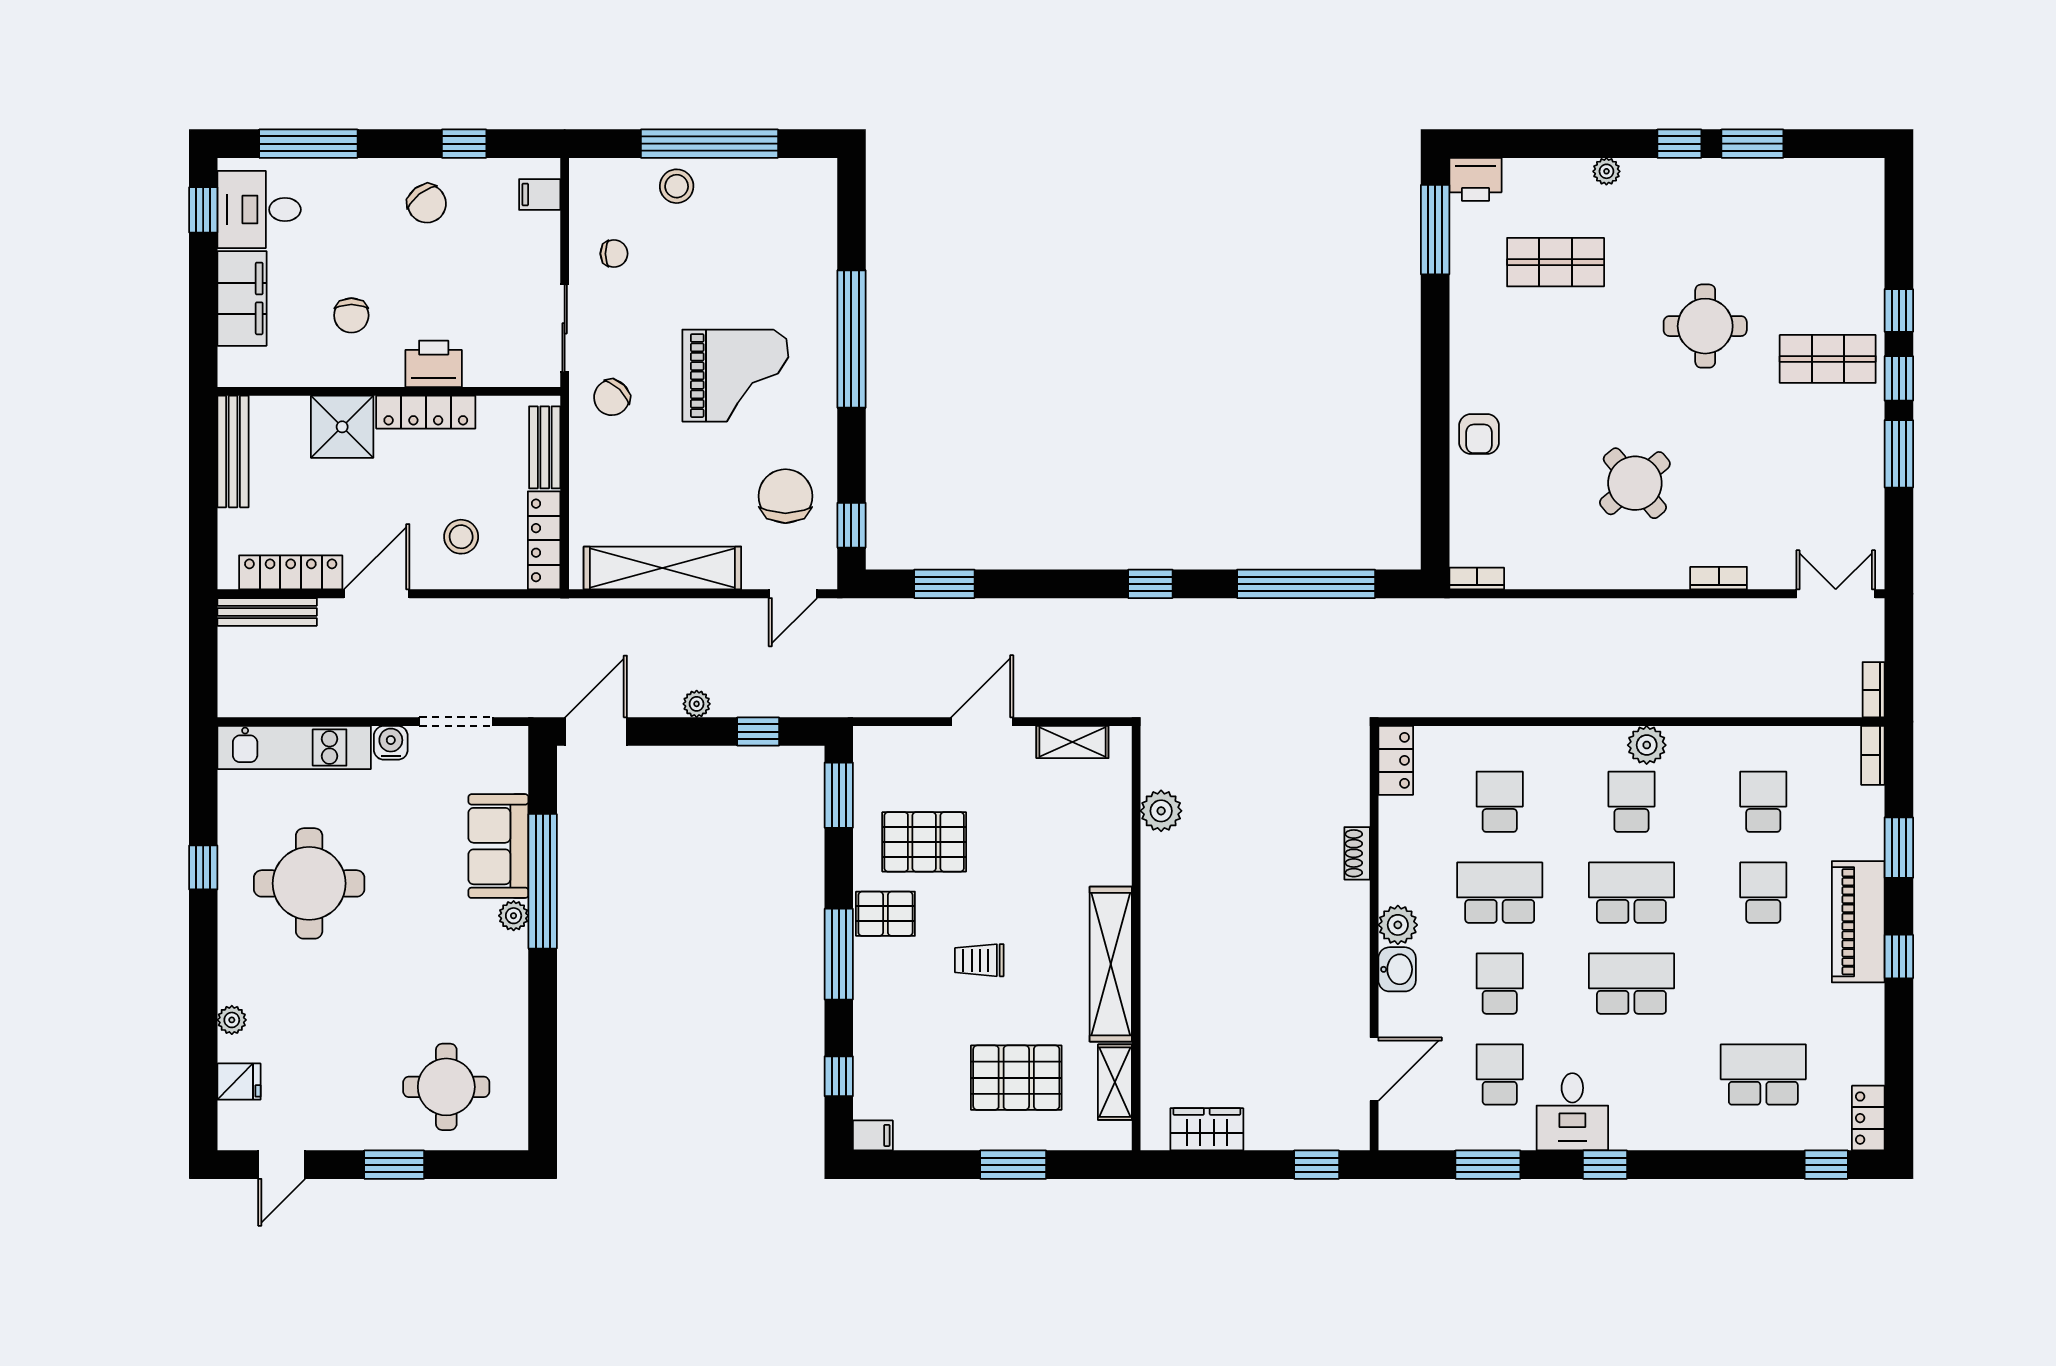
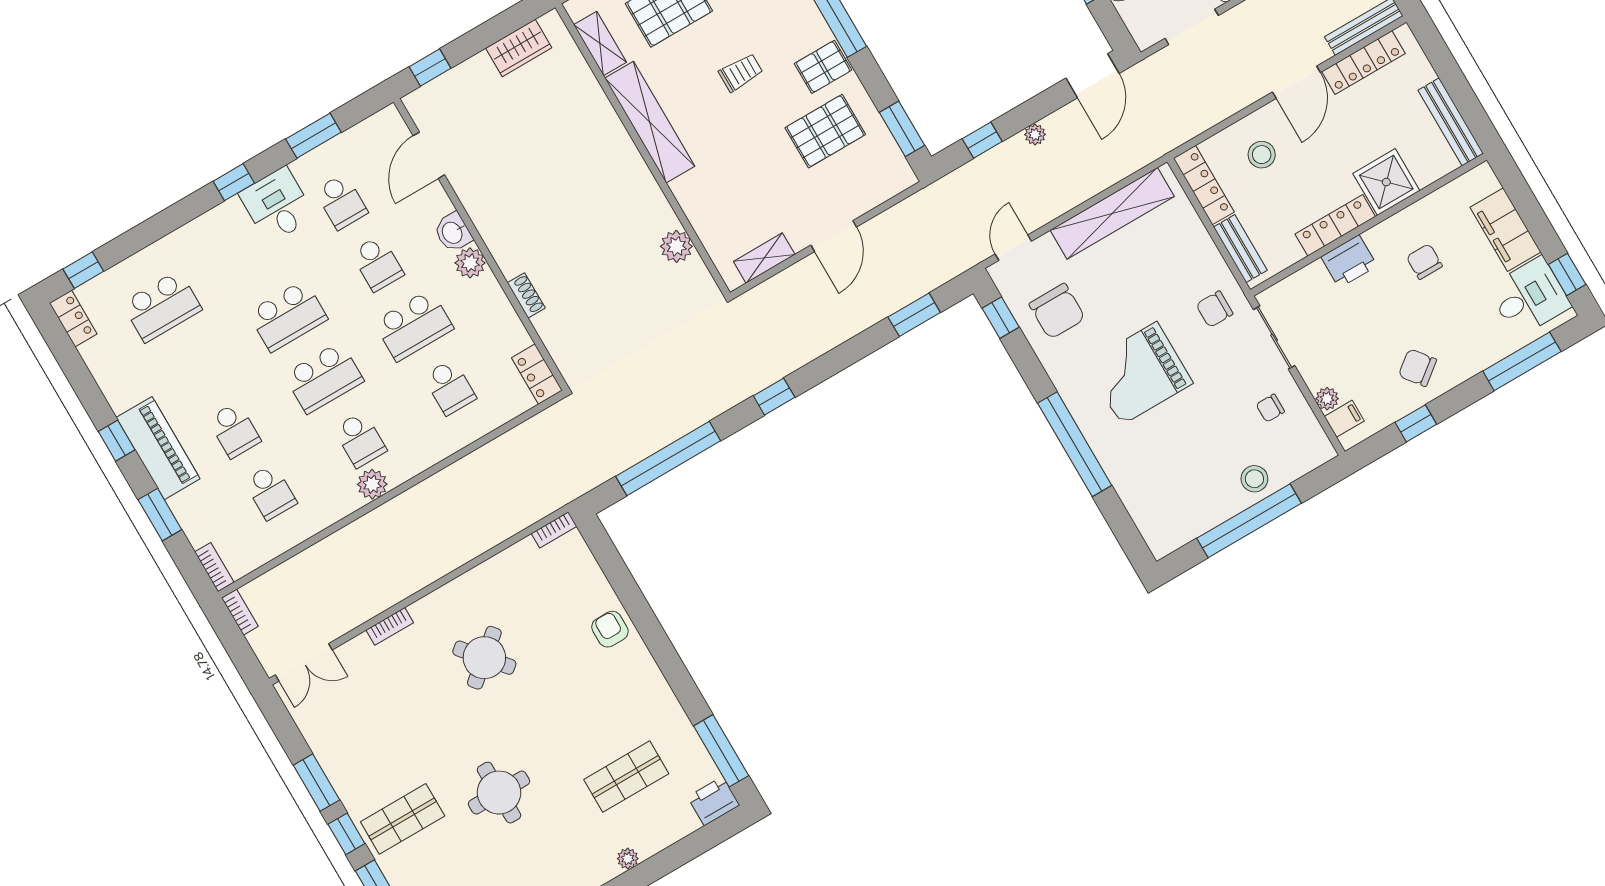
plant: (546, 227) -> (1327, 399), added
chair: (612, 398) -> (1215, 309), turned -134

